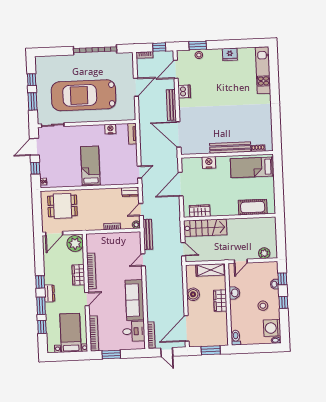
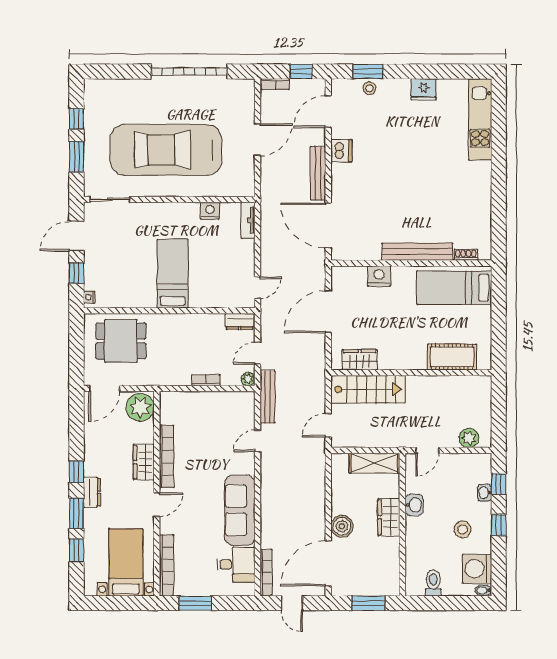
door: (183, 249) -> (328, 425), swing flipped
boiler: (193, 294) -> (342, 526), moved
toilet: (236, 338) -> (433, 583), moved

